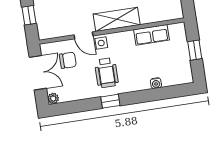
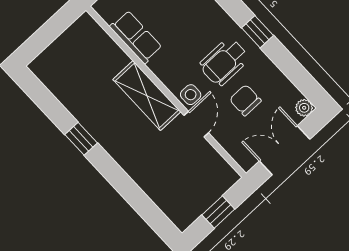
chair: (68, 60) -> (245, 100), moved
wheelchair: (106, 73) -> (224, 62), turned 180

